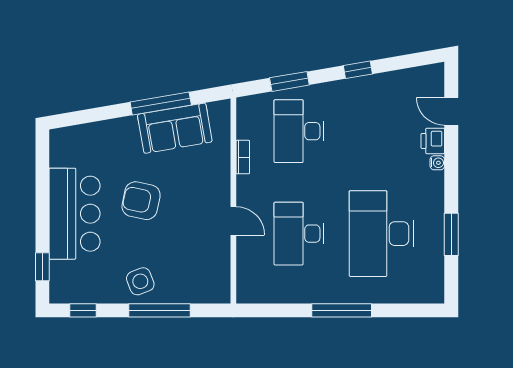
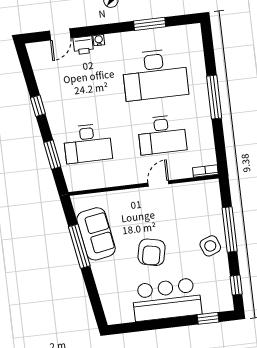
bookcase: (243, 157) -> (205, 171), moved

